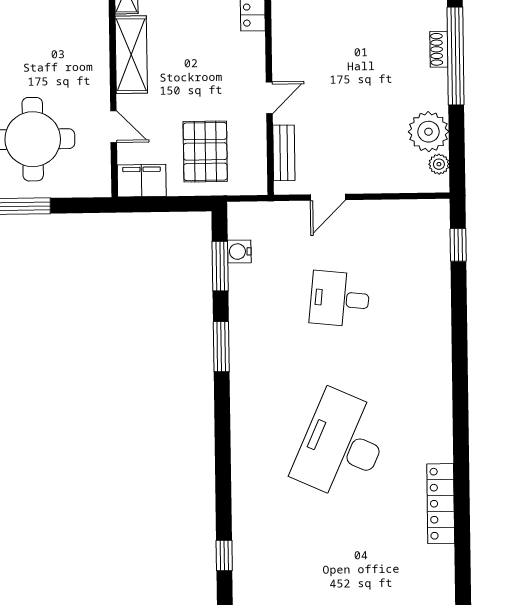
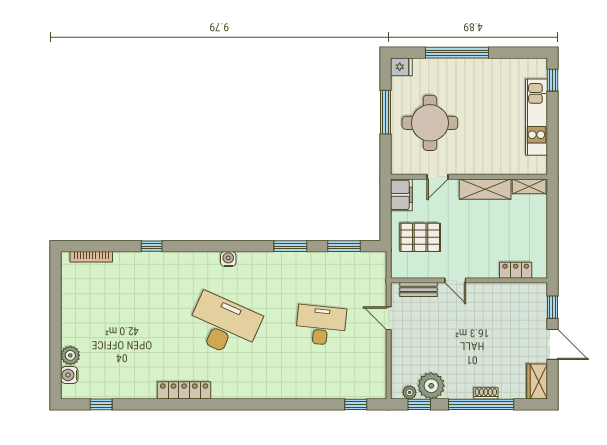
window: (457, 149) -> (419, 404), added
water cooler: (239, 252) -> (228, 259), moved
desk: (340, 299) -> (321, 325), width x1.37

